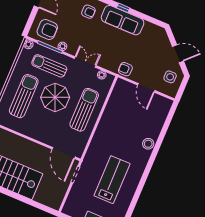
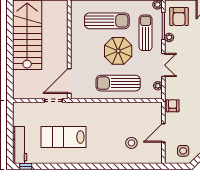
sun lounger: (84, 110) -> (118, 83), turned 180
stool: (148, 144) -> (131, 143), moved
lab bench: (112, 180) -> (63, 137), turned 180

